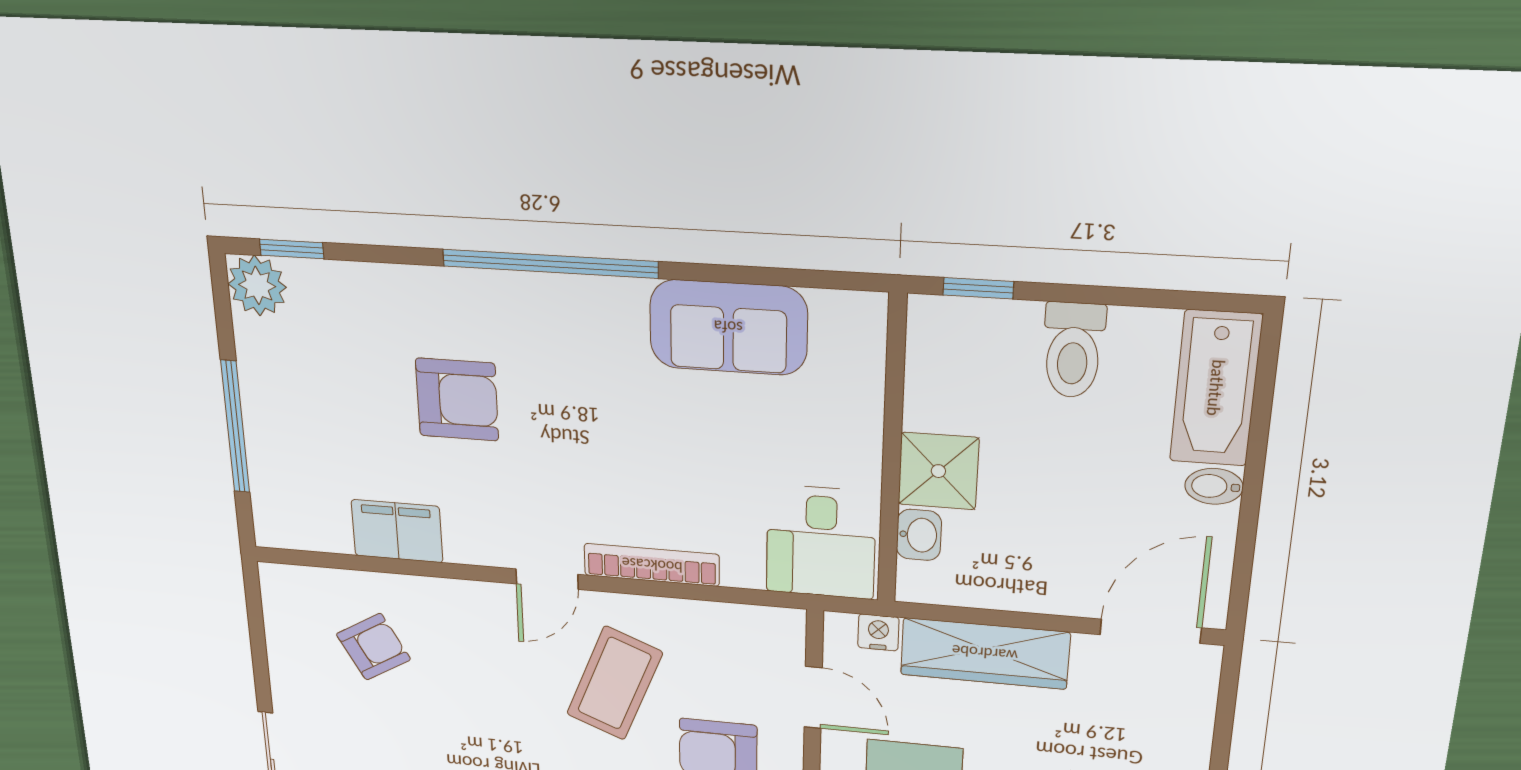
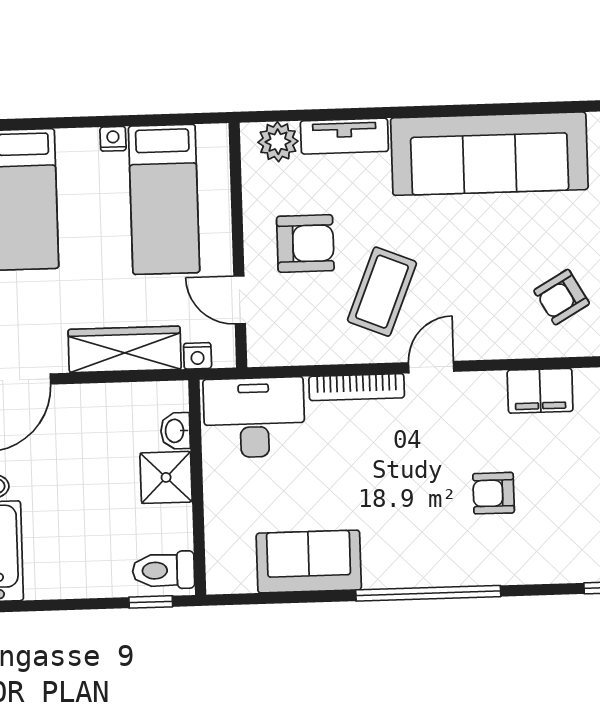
toilet: (1073, 350) -> (163, 570), moved, turned -90
armchair: (457, 400) -> (494, 493), width x0.72, depth x0.72
desk: (821, 542) -> (254, 418), width x1.37

